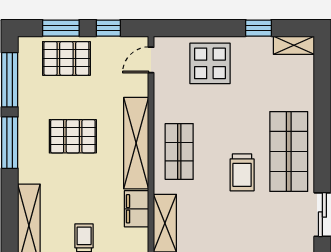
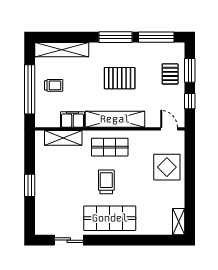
window: (258, 28) -> (190, 199), removed
pallet: (66, 58) -> (170, 74), width x0.67, depth x0.71
pallet: (73, 136) -> (120, 78), turned 90
trolley: (242, 172) -> (106, 182), moved, turned 90

